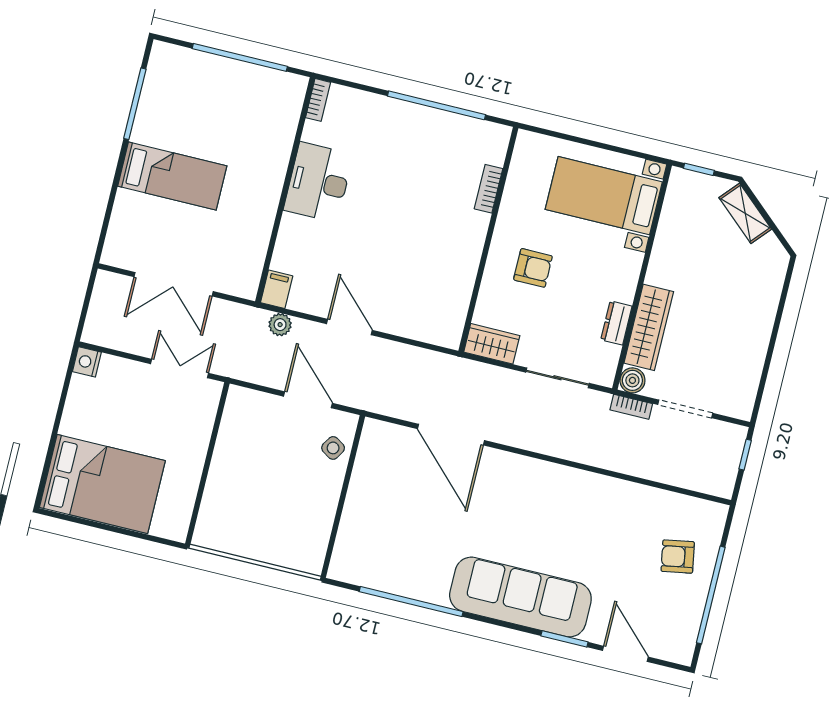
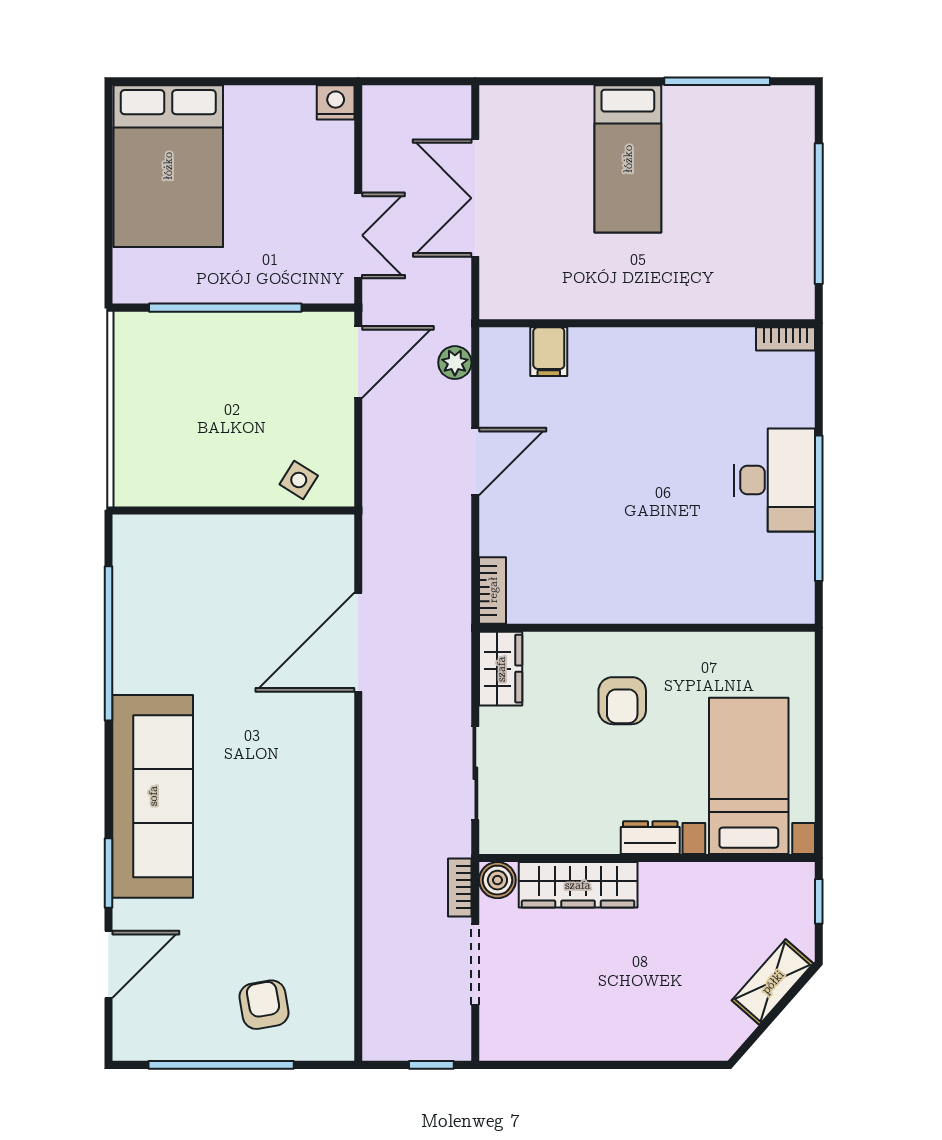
desk: (318, 182) -> (774, 480), moved, turned 90
bookcase: (489, 189) -> (493, 590), moved, turned 90
filing cabinet: (277, 289) -> (549, 352), moved, turned 90
dresser: (616, 323) -> (650, 838), moved
door: (308, 400) -> (358, 362), moved
window: (206, 469) -> (225, 308), added

